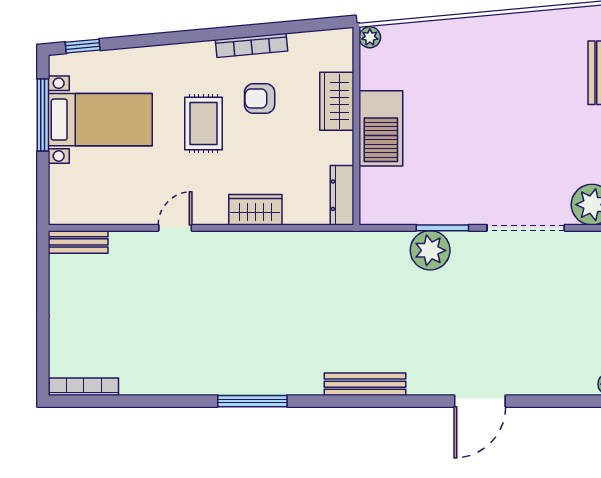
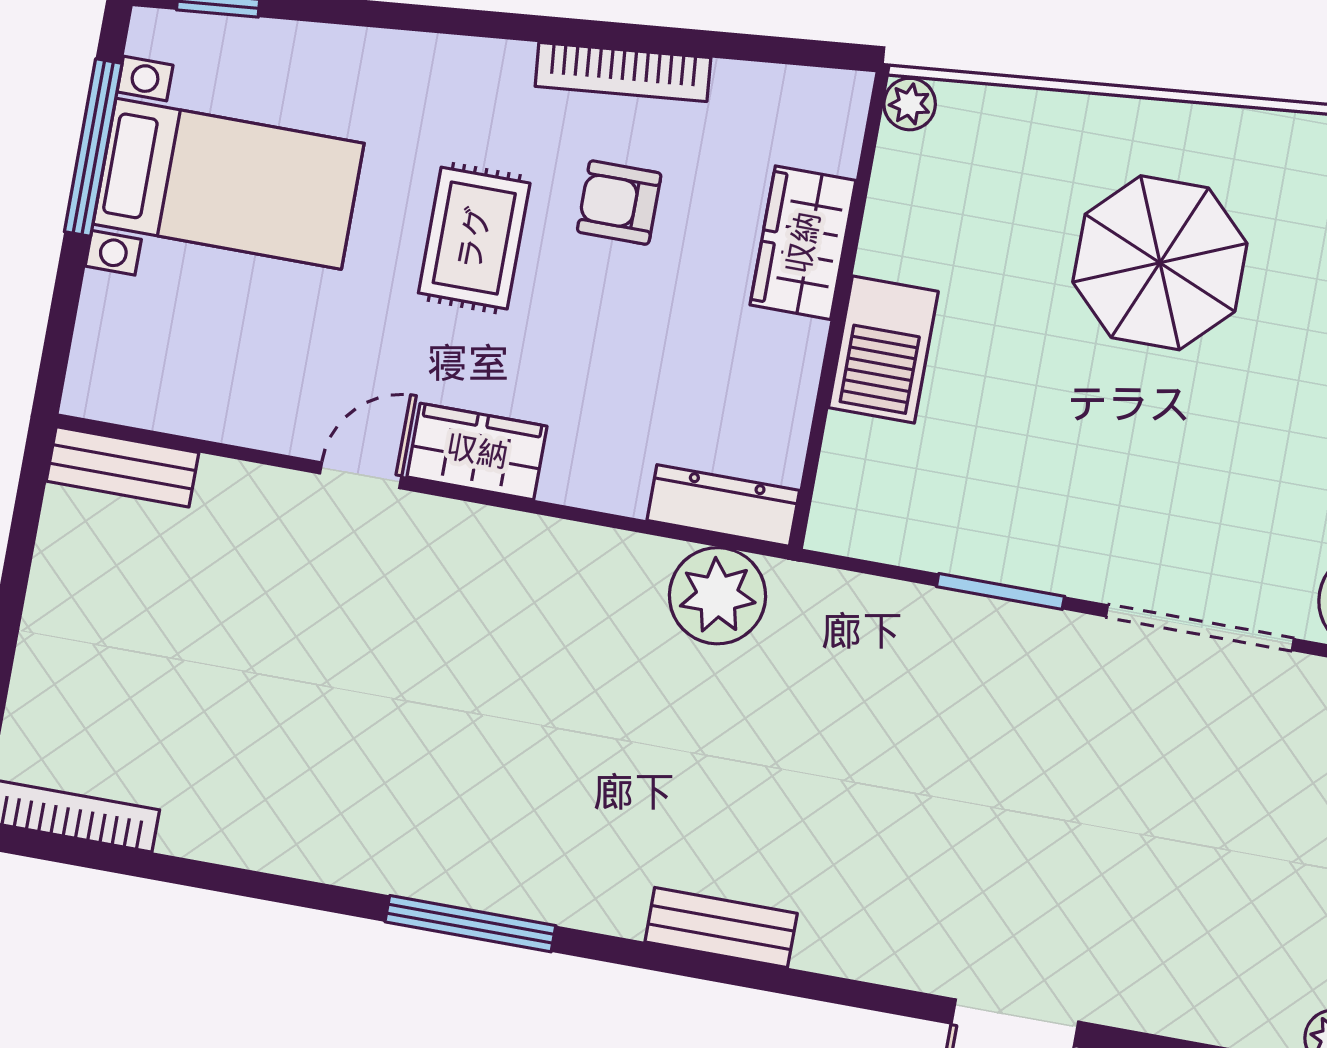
parasol: (483, 83) -> (1160, 263), added
barbecue: (381, 128) -> (883, 350), width x0.73, depth x0.83
dresser: (342, 195) -> (723, 505), moved, turned 90
wardrobe: (255, 210) -> (477, 451), moved
plant: (430, 250) -> (717, 596), moved
bench: (365, 384) -> (721, 928), width x0.73

